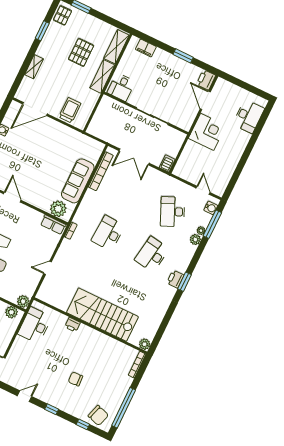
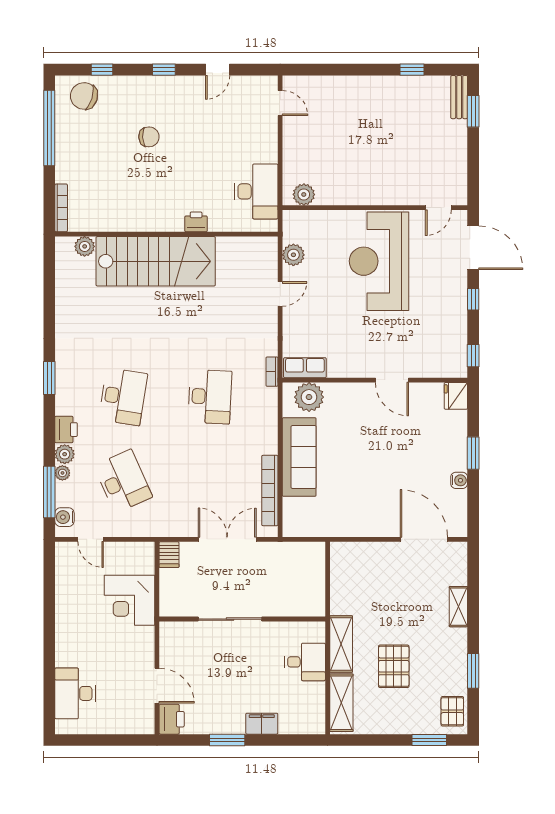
filing cabinet: (146, 48) -> (262, 724), moved
desk: (121, 87) -> (305, 662), moved, turned 90
door: (35, 109) -> (424, 539), hinge flipped
trolley: (70, 110) -> (367, 565), removed
corner desk: (207, 132) -> (129, 600), moved
printer: (175, 279) -> (66, 430), moved
plant: (23, 301) -> (293, 255), moved
plant: (145, 344) -> (85, 246), moved

